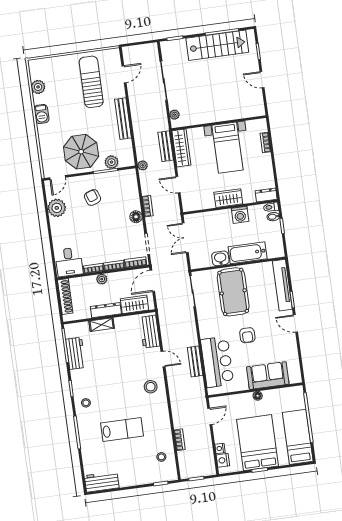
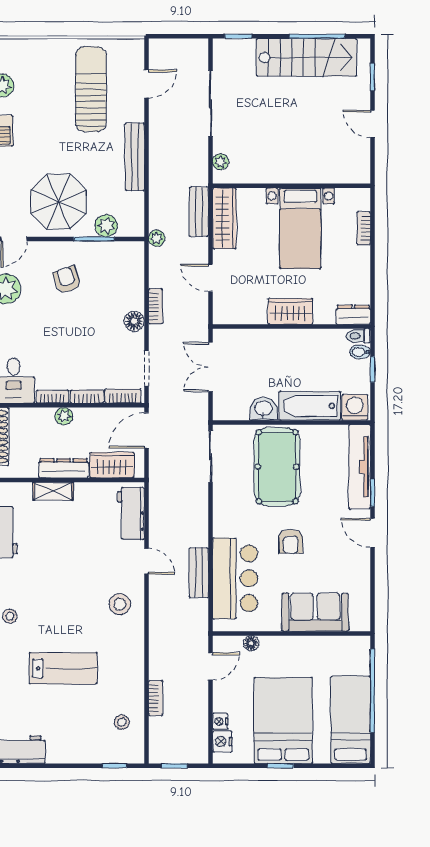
washing machine: (240, 215) -> (355, 407), moved, turned 180
floor lamp: (258, 396) -> (251, 643), moved

